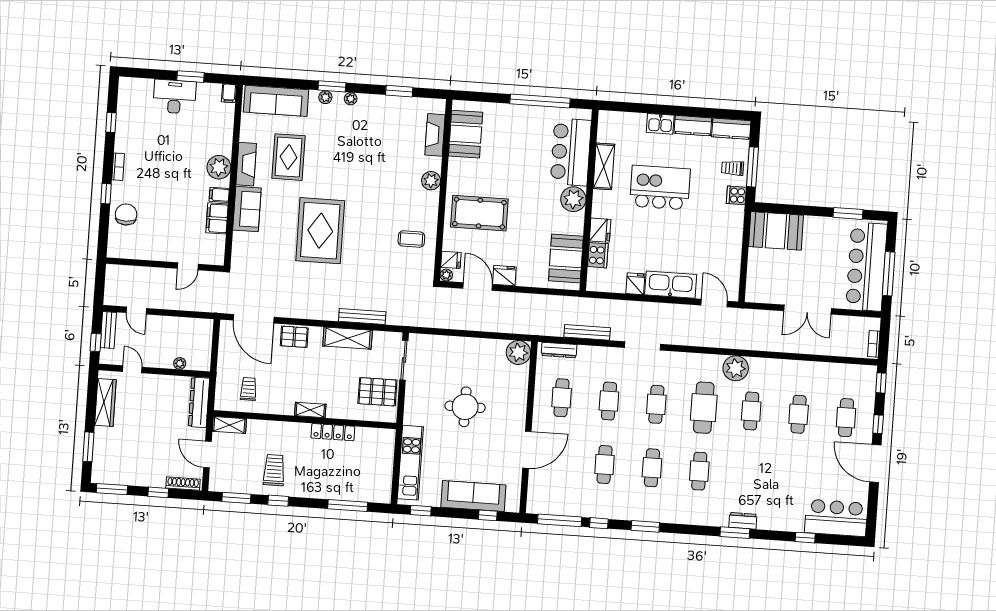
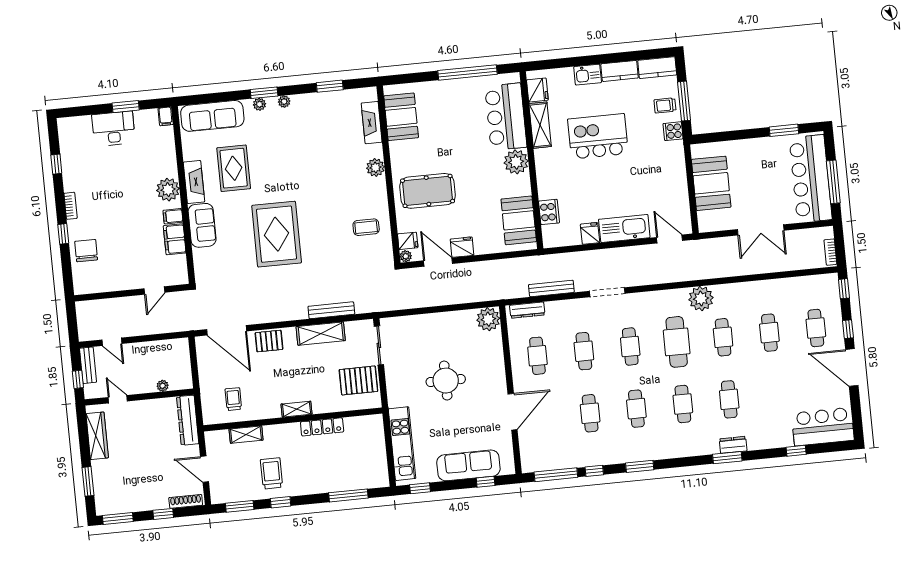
fridge: (600, 230) -> (537, 90), moved
booth: (776, 231) -> (711, 183), moved, turned 90
shelving: (229, 425) -> (246, 435), moved
cafe table: (747, 474) -> (729, 399), added

